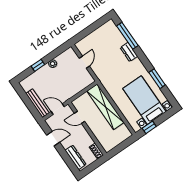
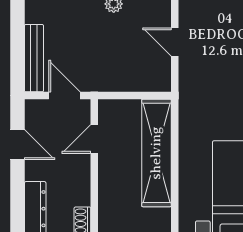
door: (84, 62) -> (175, 42), swing flipped
door: (79, 117) -> (94, 139), hinge flipped

